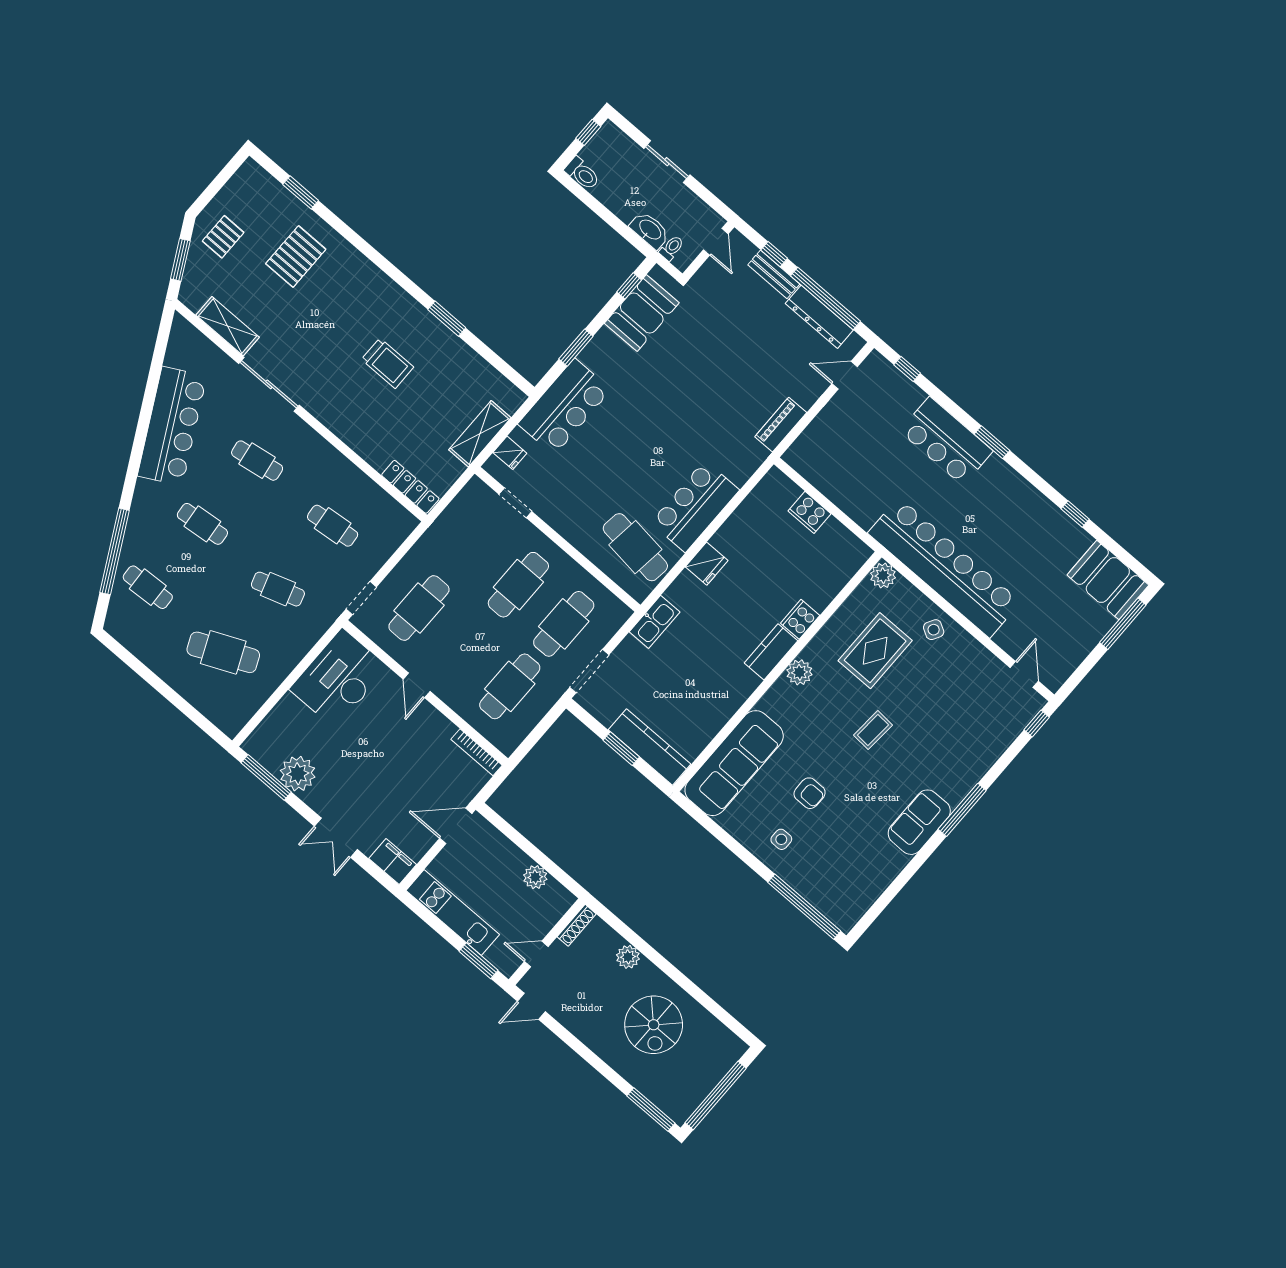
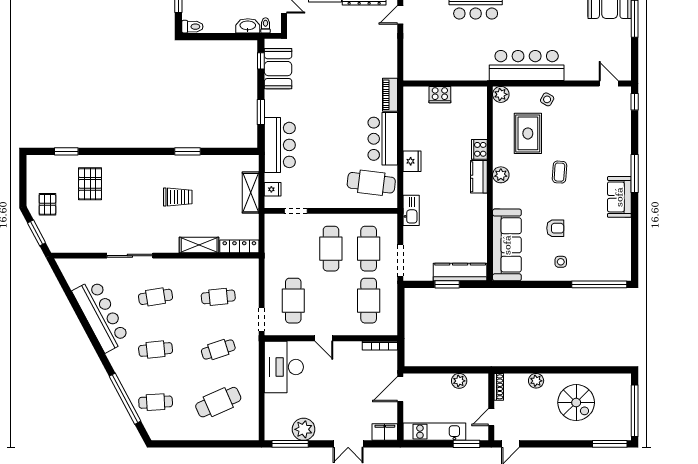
shelving: (228, 326) -> (199, 245), moved
piano: (781, 425) -> (390, 95), moved
bar counter: (944, 568) -> (527, 65), width x0.73

